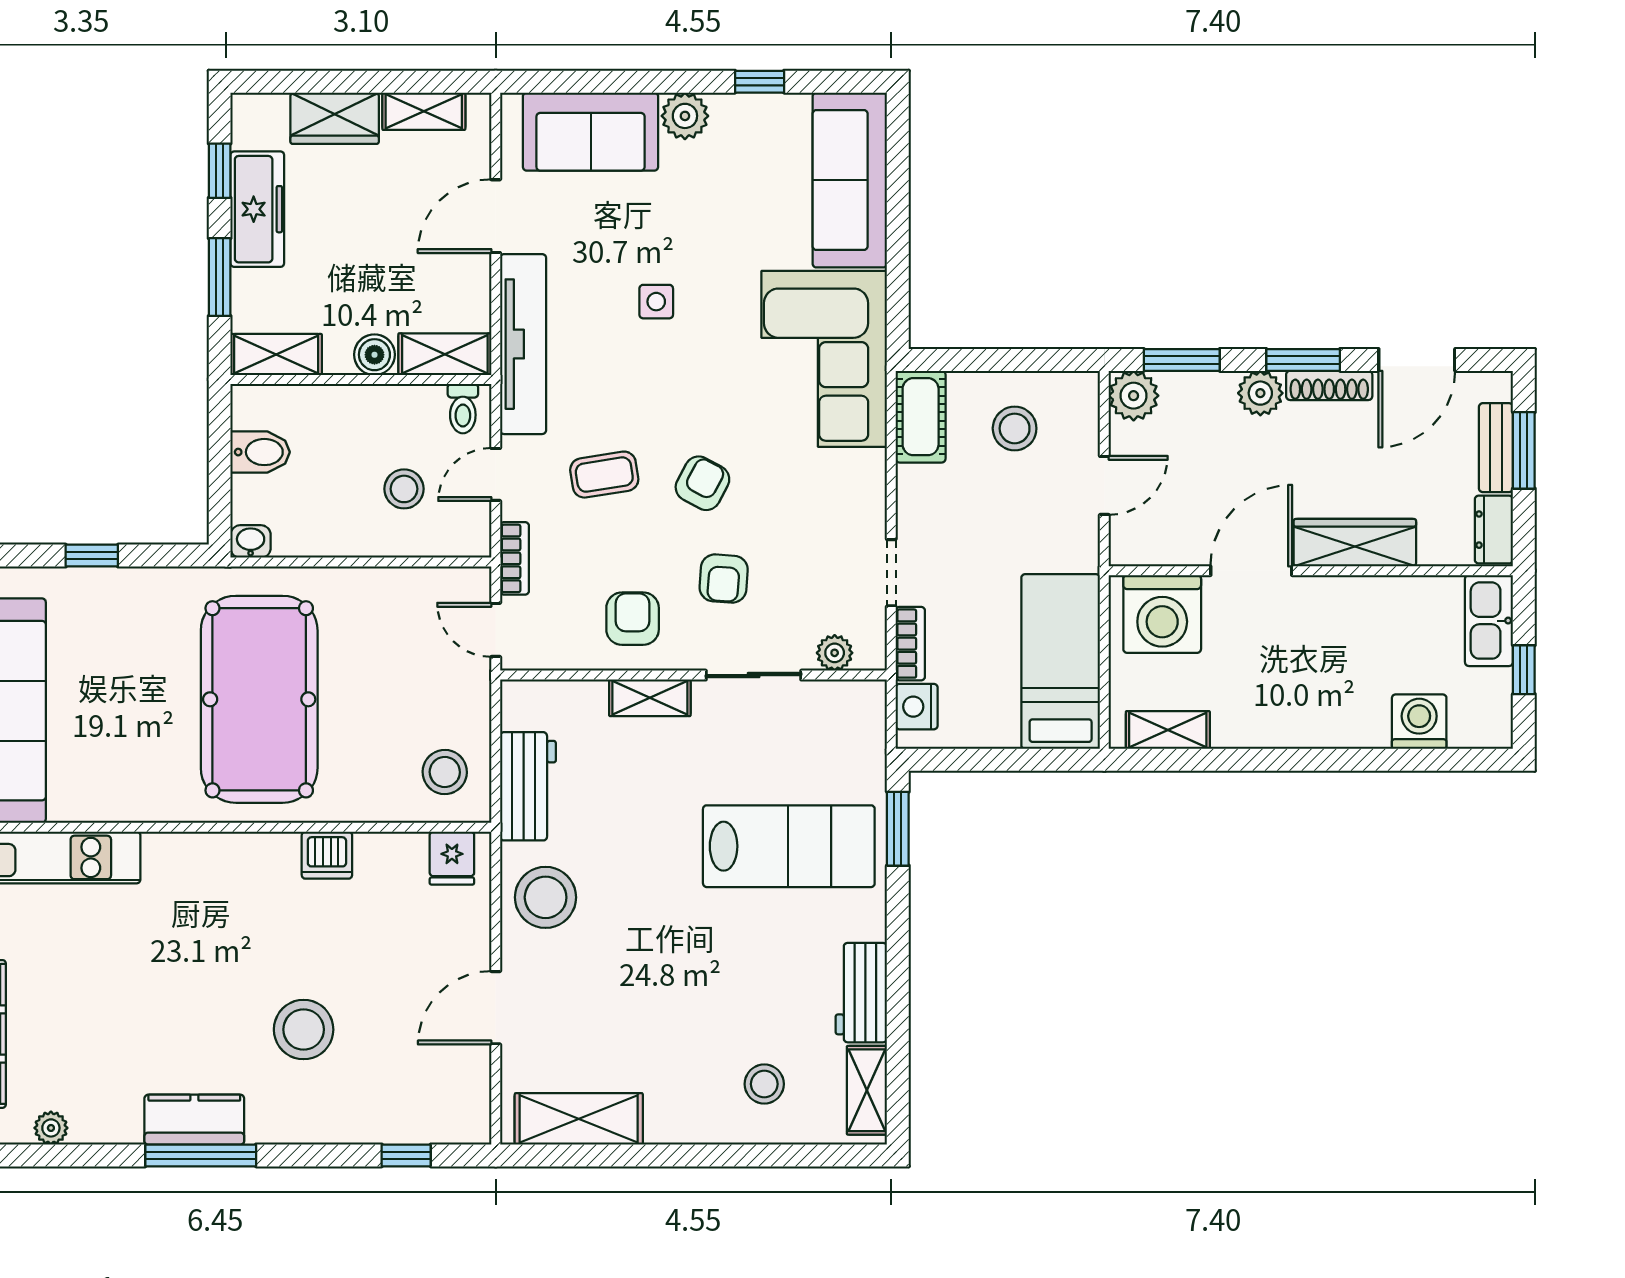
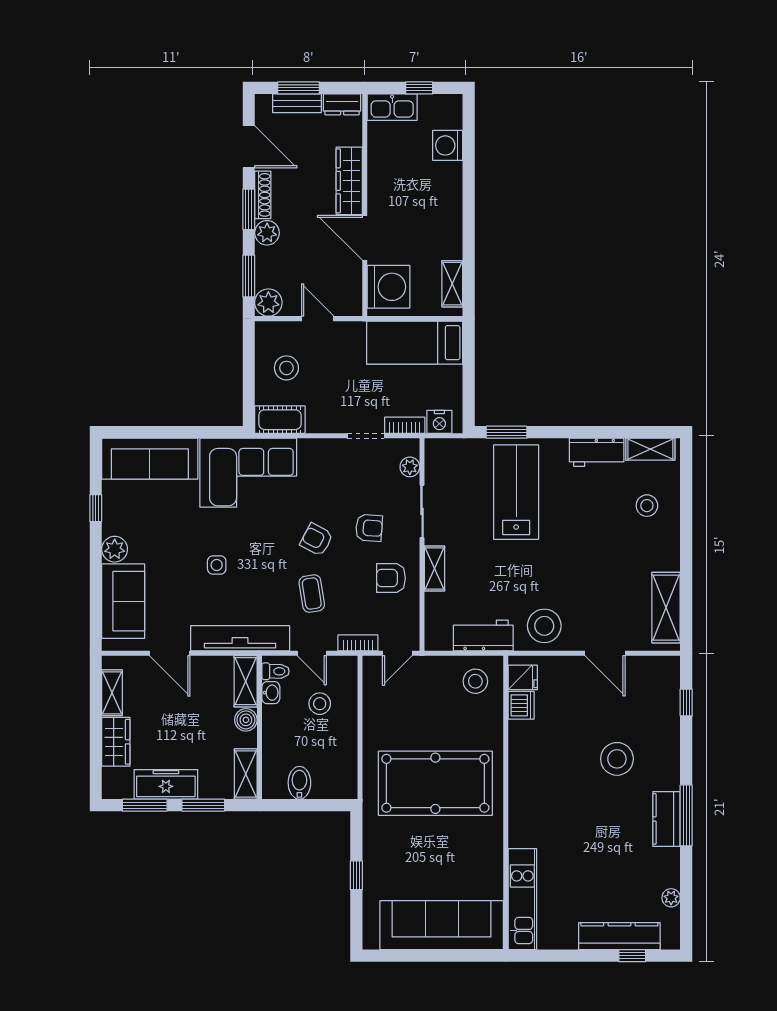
window: (220, 171) -> (145, 805), width x1.50
washbasin: (251, 541) -> (271, 693), moved, turned 180
dishwasher: (327, 855) -> (521, 705), moved

